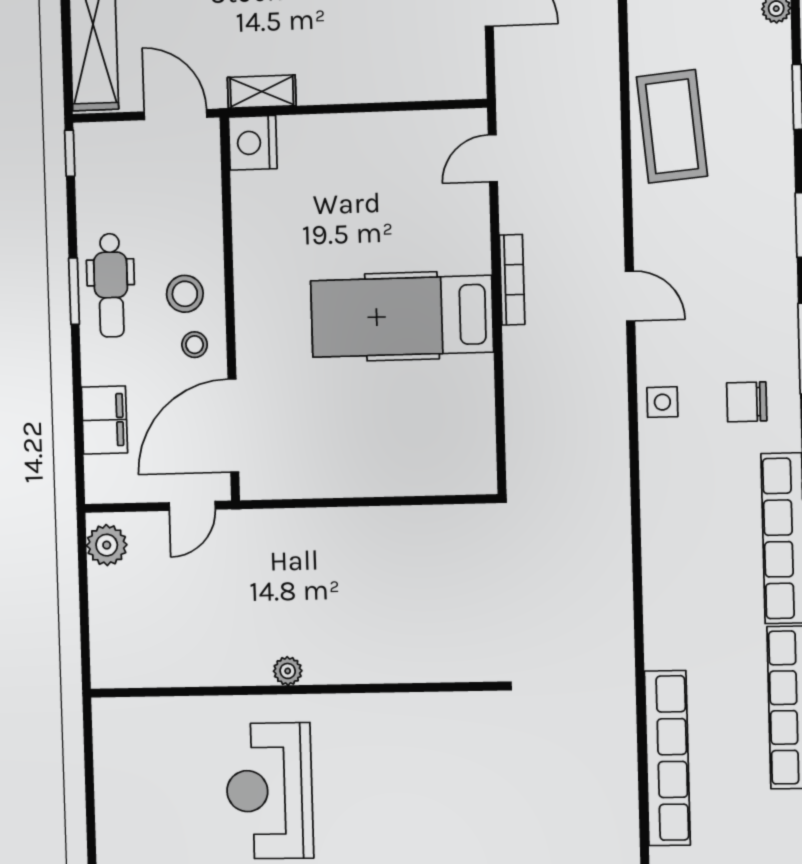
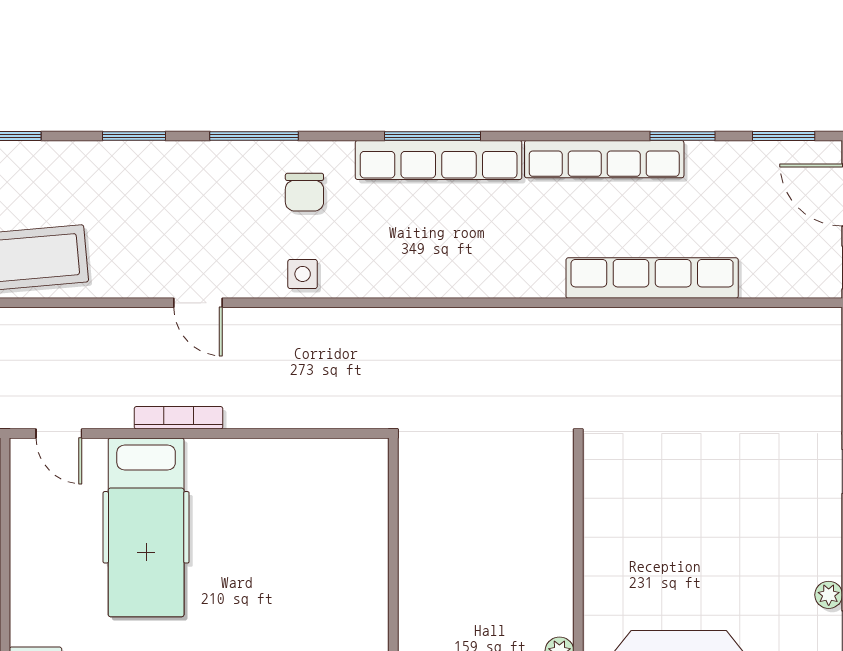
door: (630, 296) -> (198, 303), swing flipped
hospital bed: (402, 316) -> (146, 527), moved

